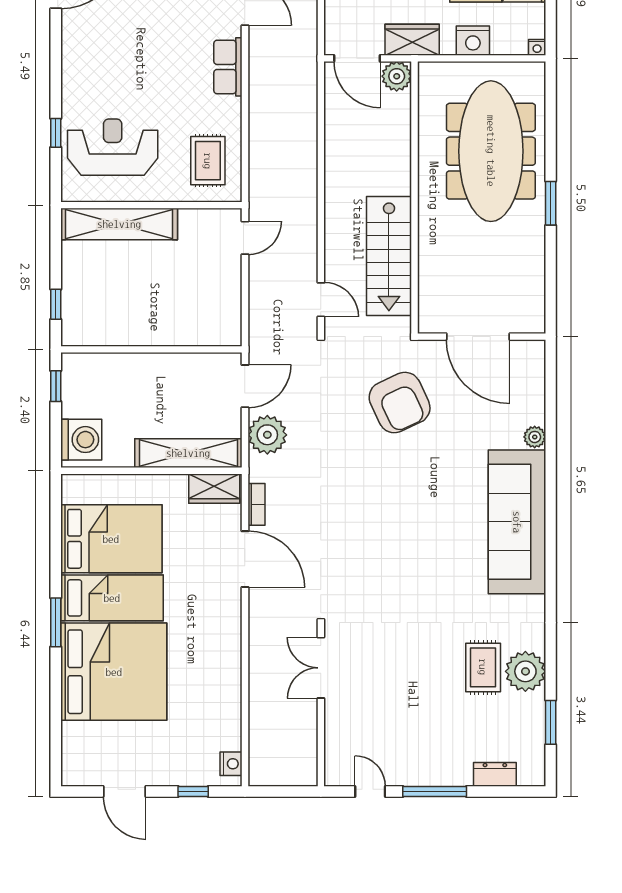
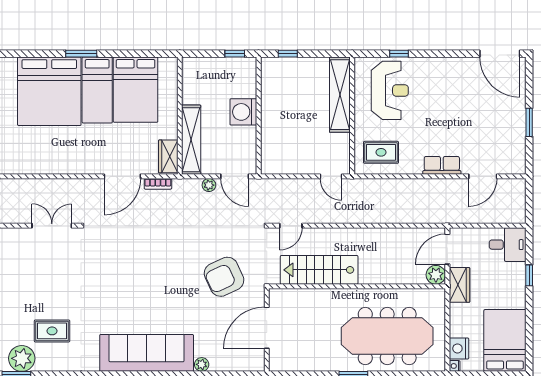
nightstand: (473, 41) -> (459, 348), moved
plant: (267, 435) -> (209, 185), width x0.53, depth x0.53
washing machine: (81, 440) -> (243, 112), moved, turned 90
plant: (525, 671) -> (22, 358), moved

